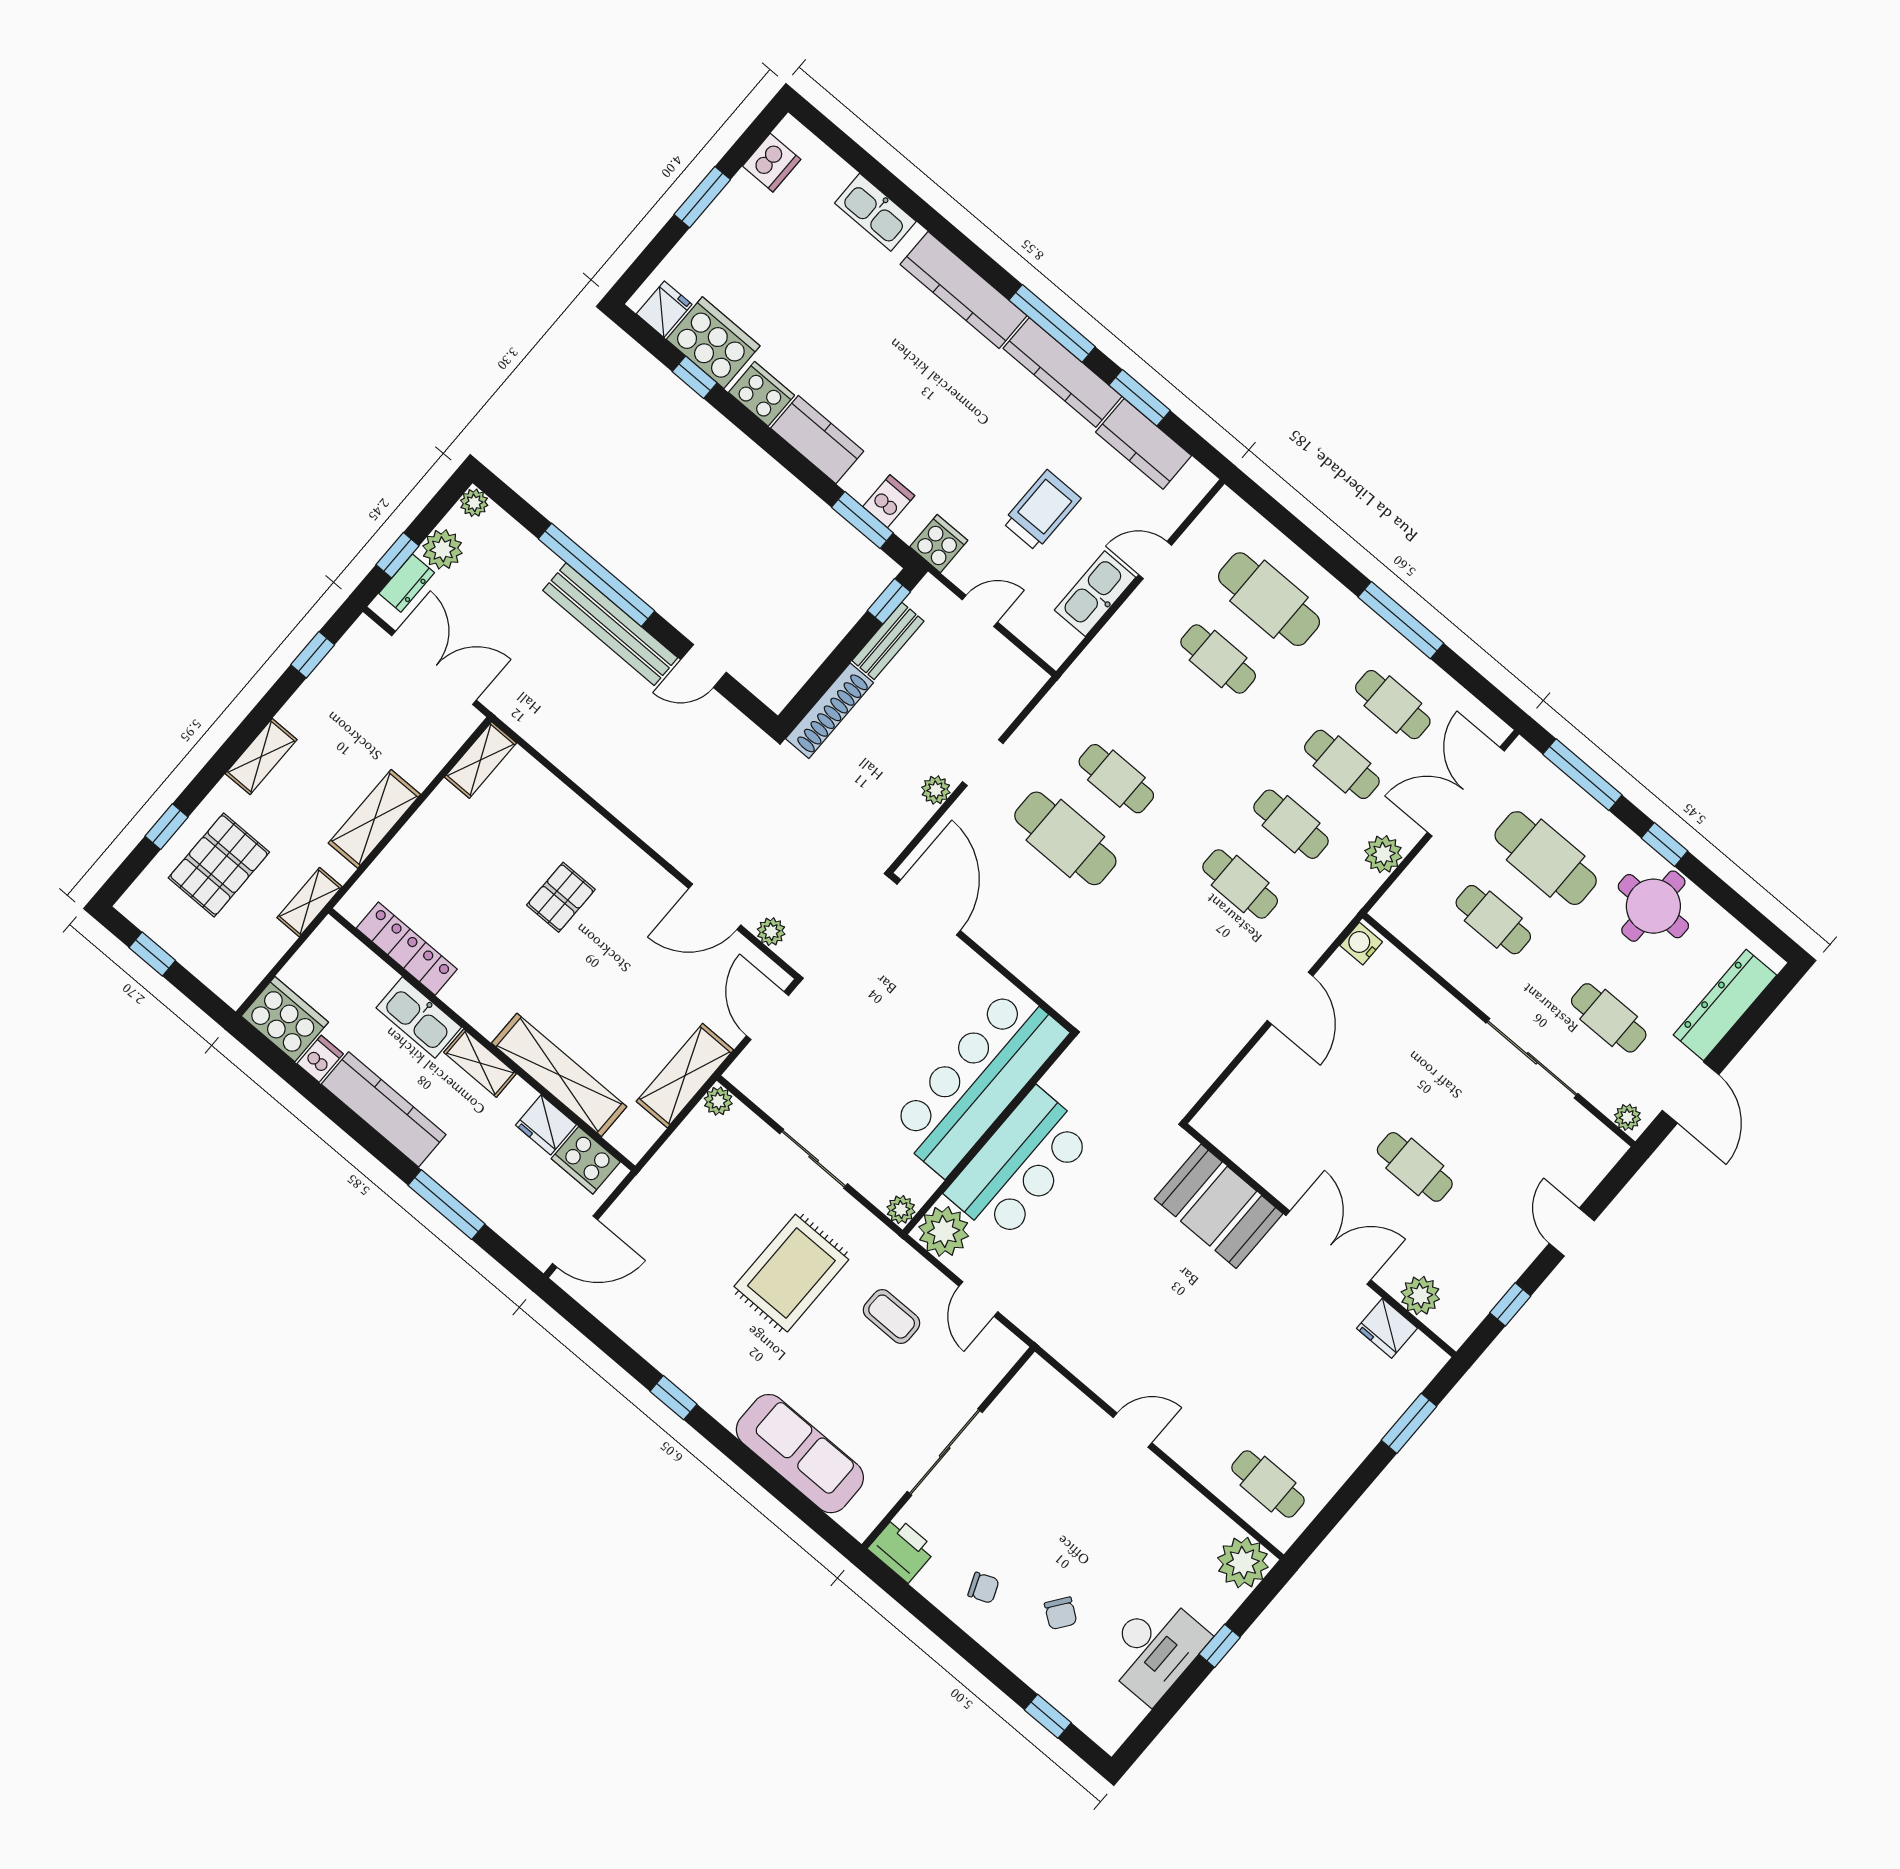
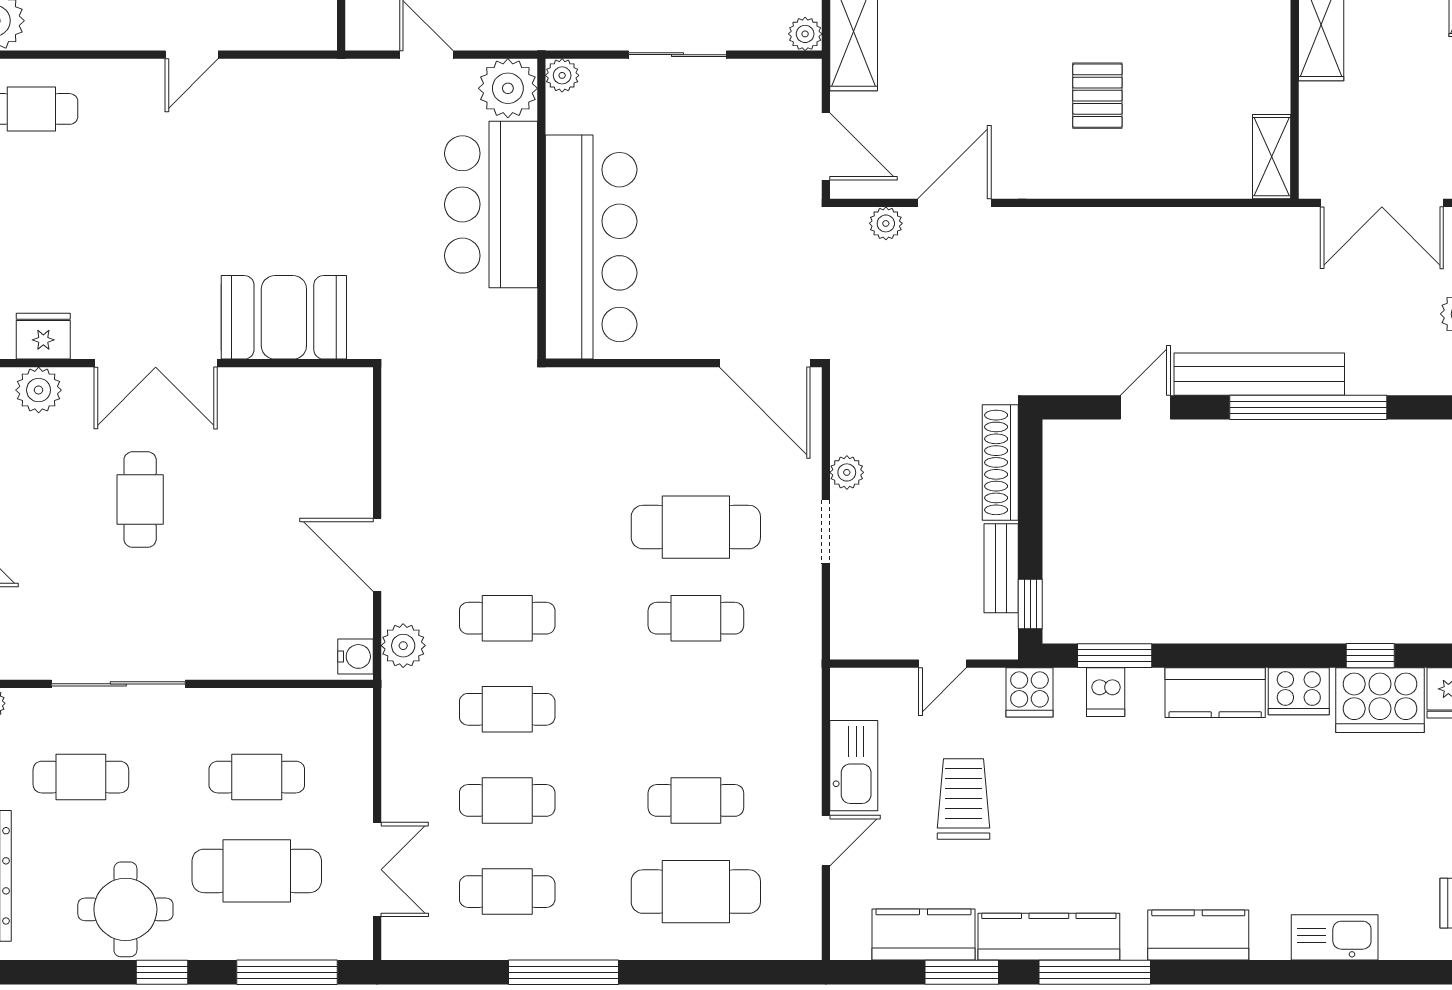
kitchen counter: (964, 290) -> (1198, 935), width x0.67
trolley: (1042, 510) -> (964, 799), turned 180
double door: (1466, 792) -> (377, 870), width x0.73
plant: (1383, 854) -> (403, 646), moved
cafe table: (1415, 1167) -> (140, 500), turned 90

